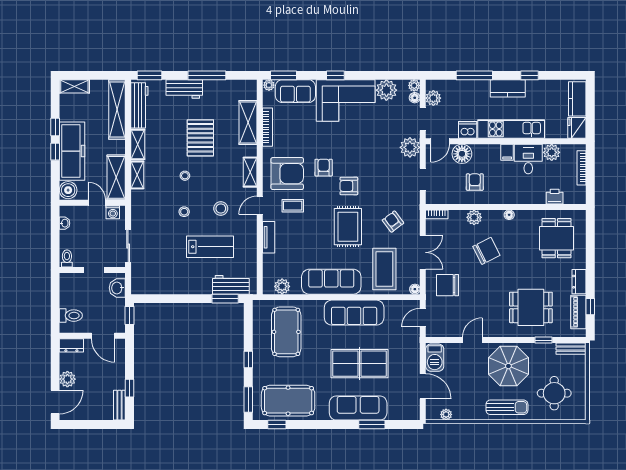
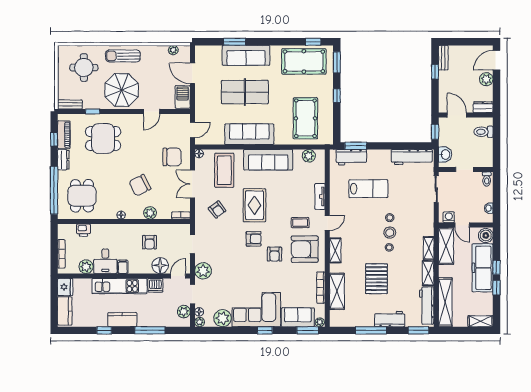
stool: (221, 209) -> (390, 233), moved
window: (590, 245) -> (54, 190), added
lab bench: (210, 247) -> (368, 189), turned 180
workbench: (158, 285) -> (412, 157), added

